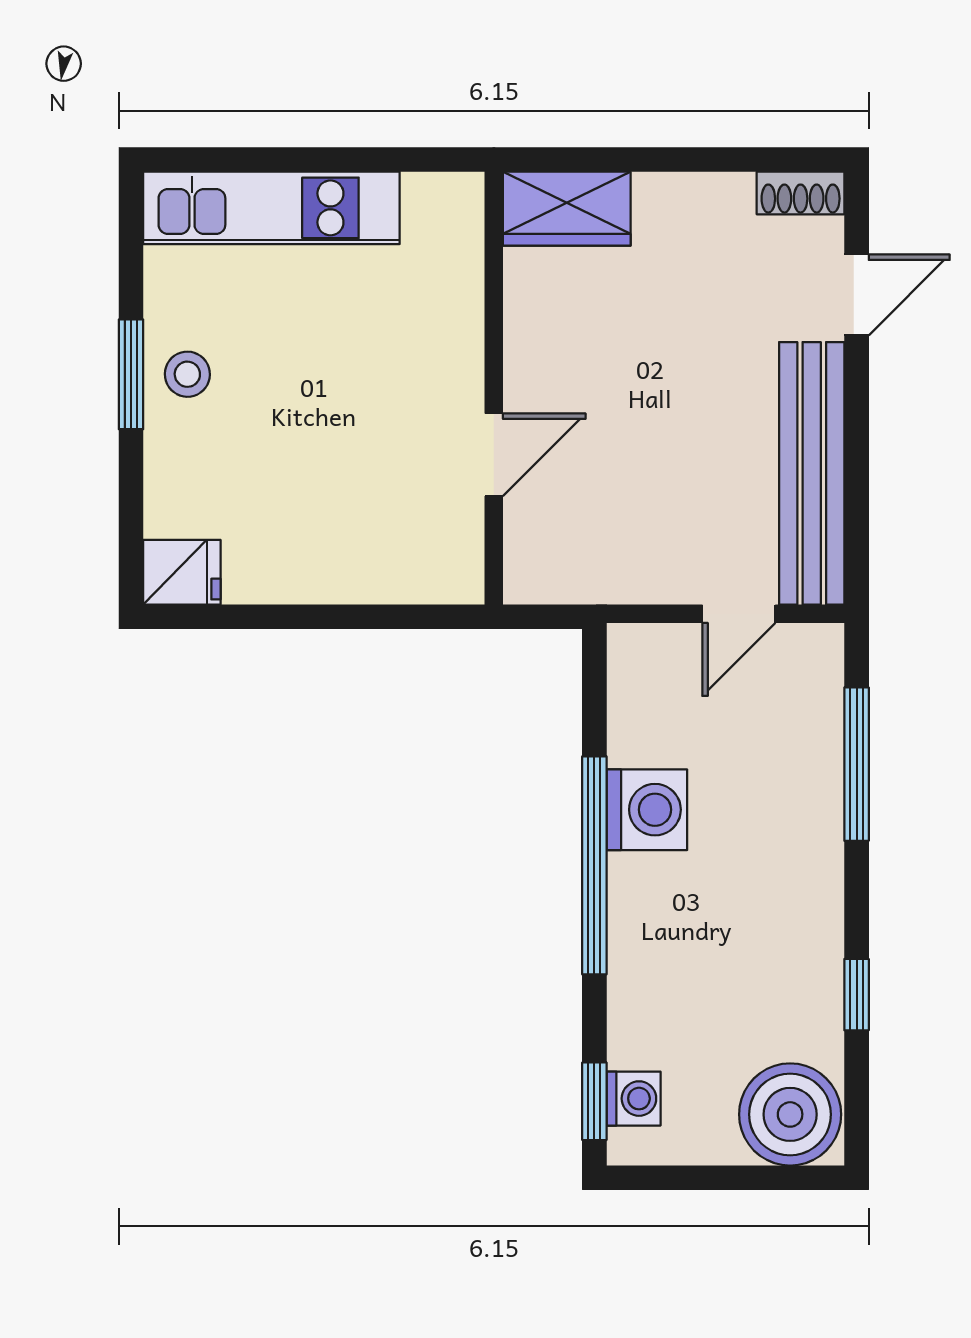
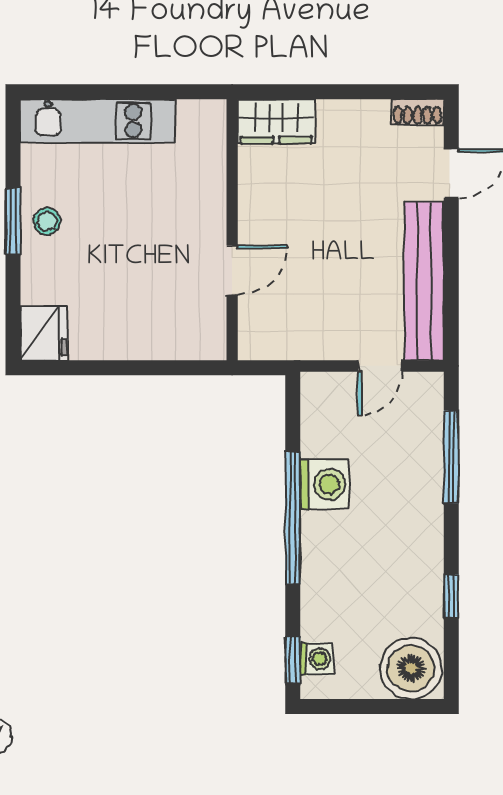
fridge: (182, 572) -> (44, 333), width x1.38

